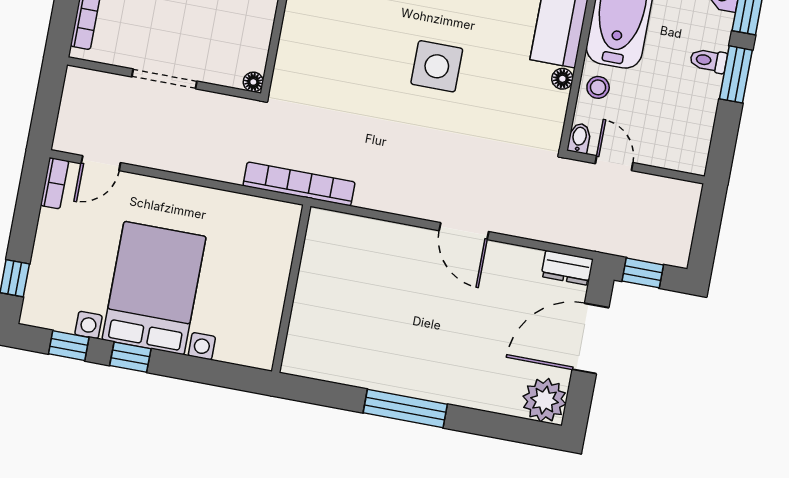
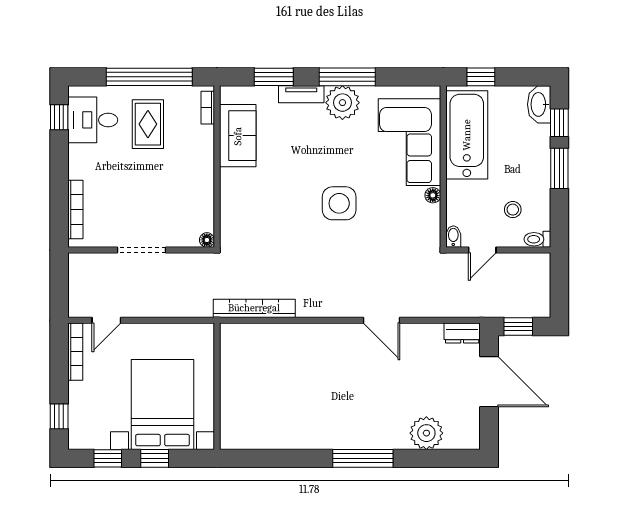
toilet: (708, 61) -> (537, 239), moved
stool: (598, 87) -> (513, 210), moved
door: (614, 163) -> (482, 250), swing flipped
bookcase: (55, 183) -> (75, 352), width x1.56
wall: (291, 289) -> (217, 386), moved
door: (590, 339) -> (489, 382), swing flipped
plant: (544, 400) -> (426, 433), moved

